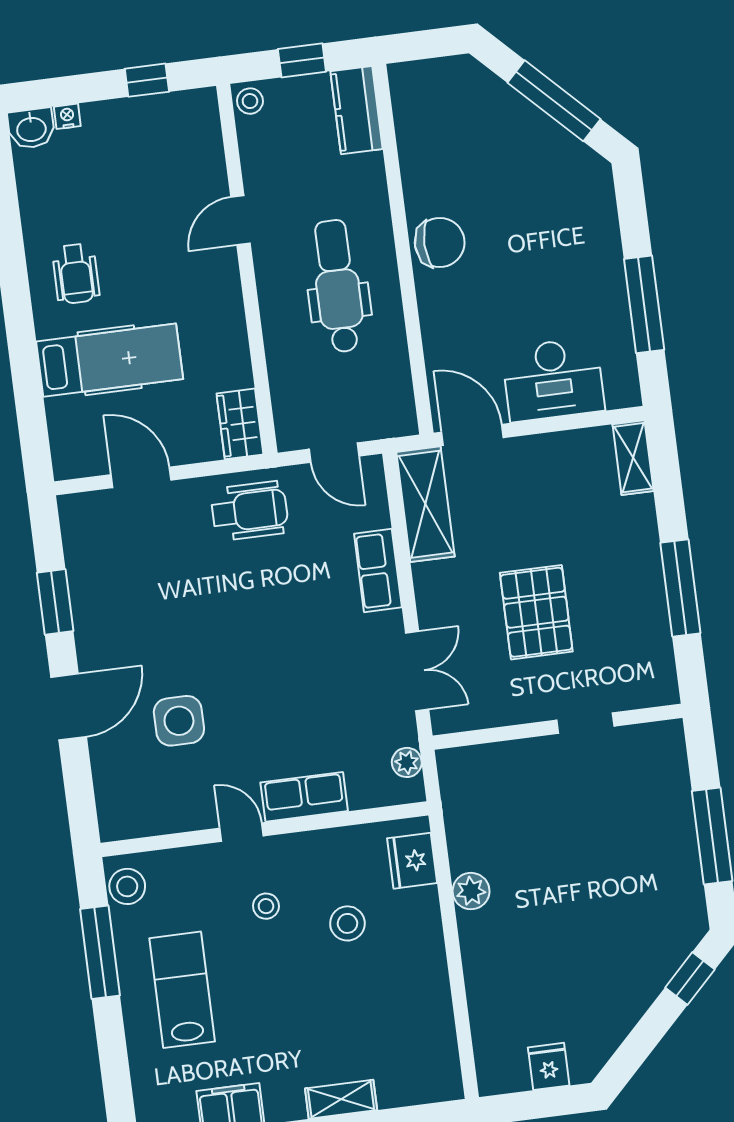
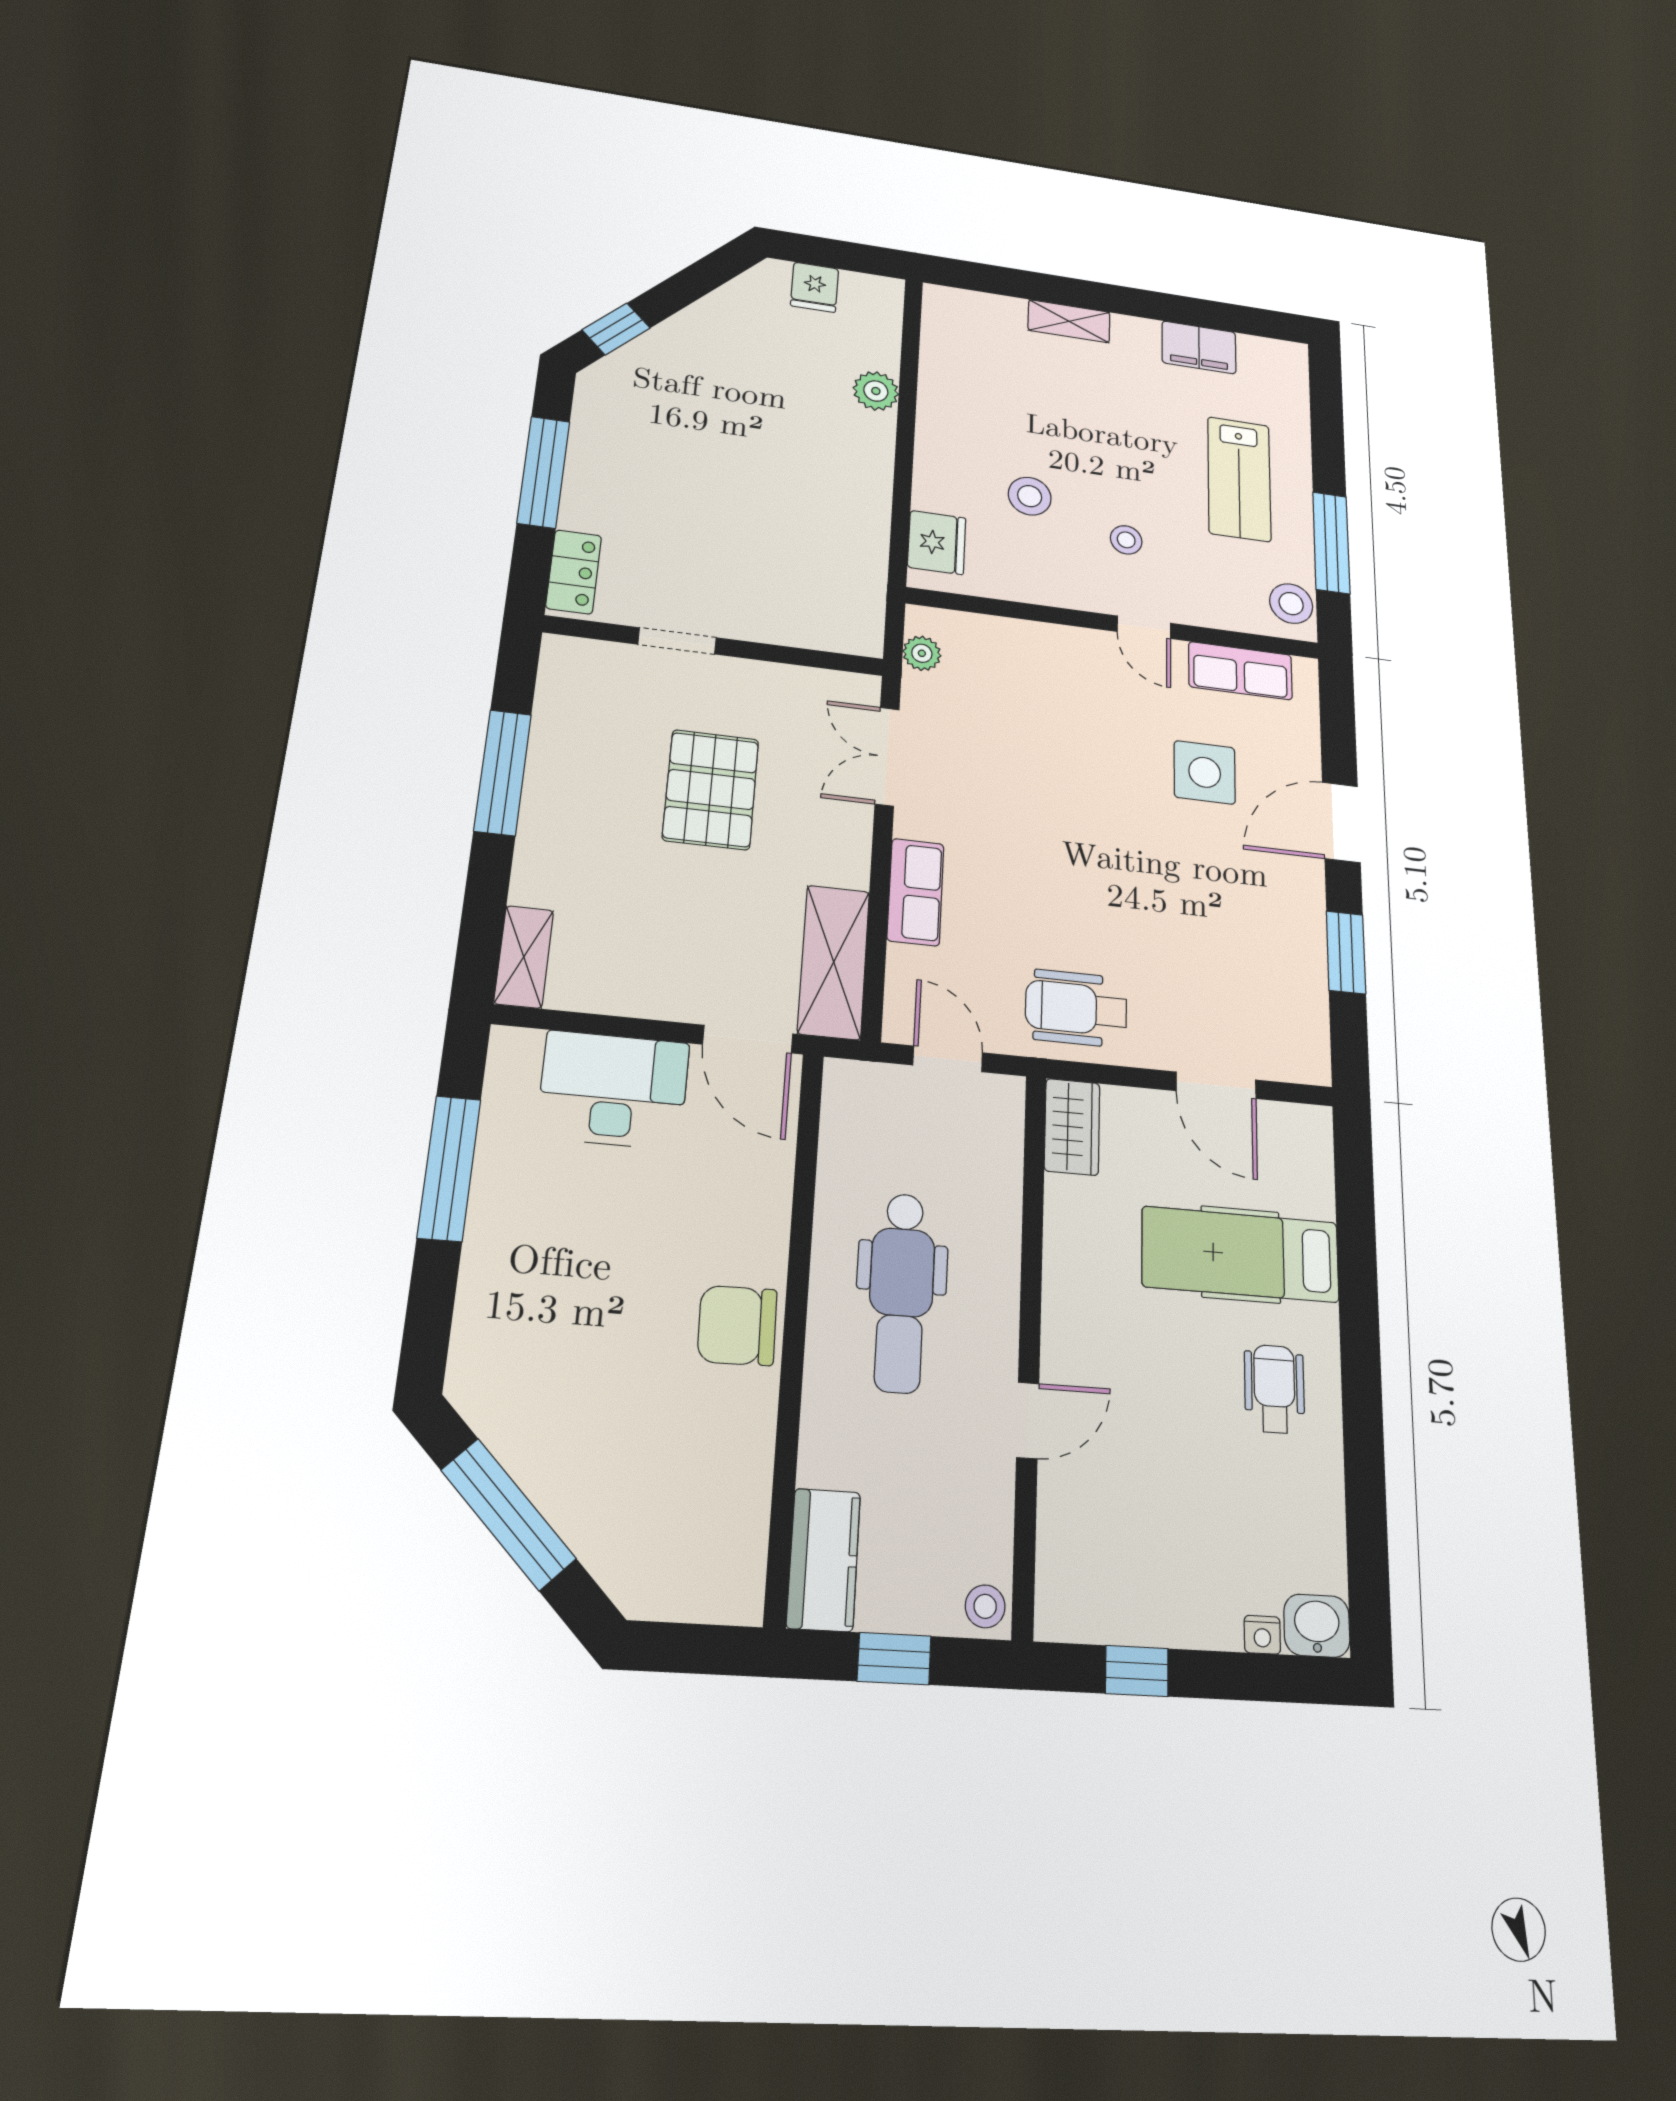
locker: (671, 759) -> (574, 572), added
row of seats: (304, 797) -> (1240, 671), moved
plant: (471, 891) -> (876, 391), moved

